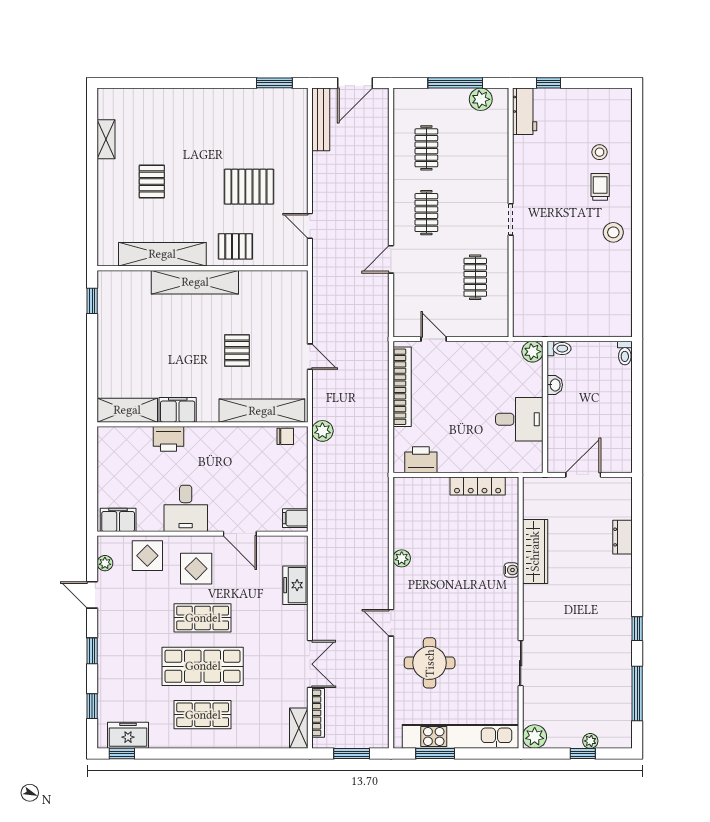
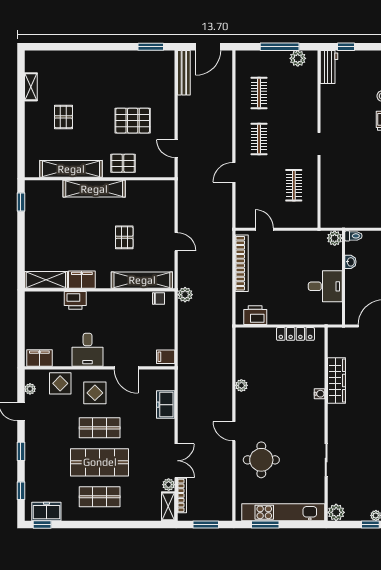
plant: (299, 698) -> (169, 485), added

